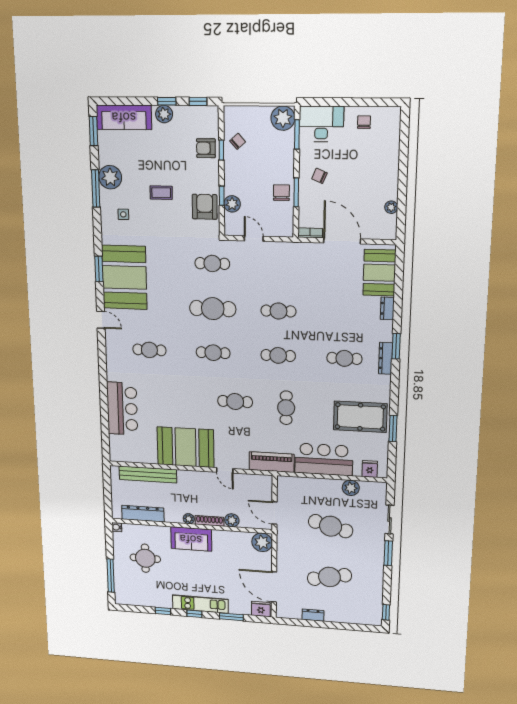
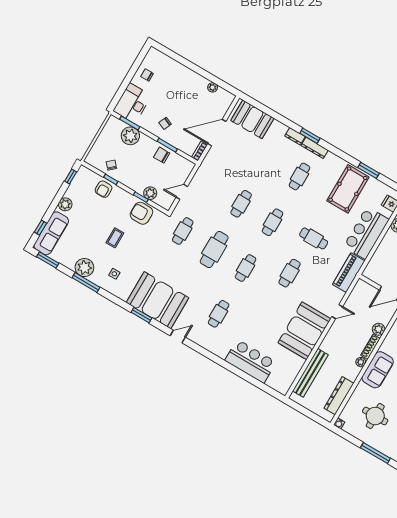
window: (167, 101) -> (40, 228), moved
plant: (283, 118) -> (130, 136), moved
dresser: (387, 308) -> (295, 136), moved

